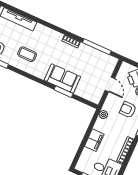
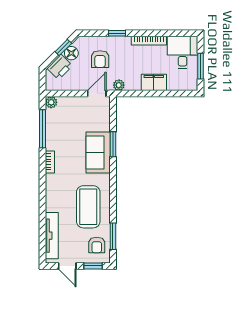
coffee table: (27, 54) -> (88, 207), width x1.86, depth x1.72
plant: (113, 61) -> (51, 102), added
door: (110, 84) -> (97, 94), moved

